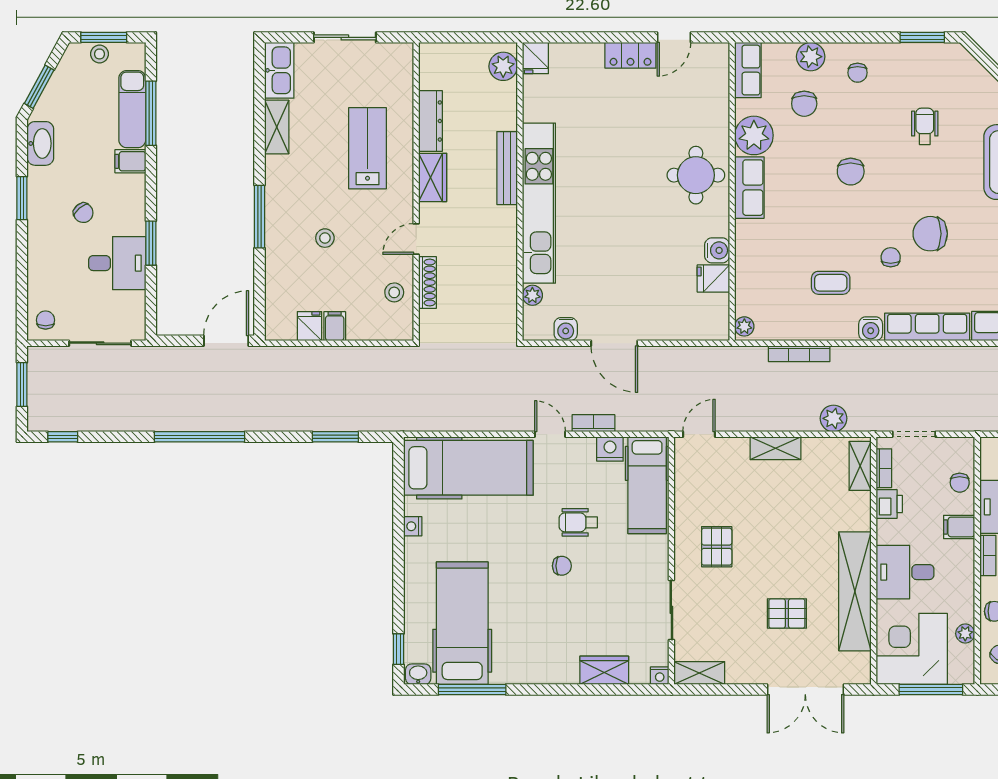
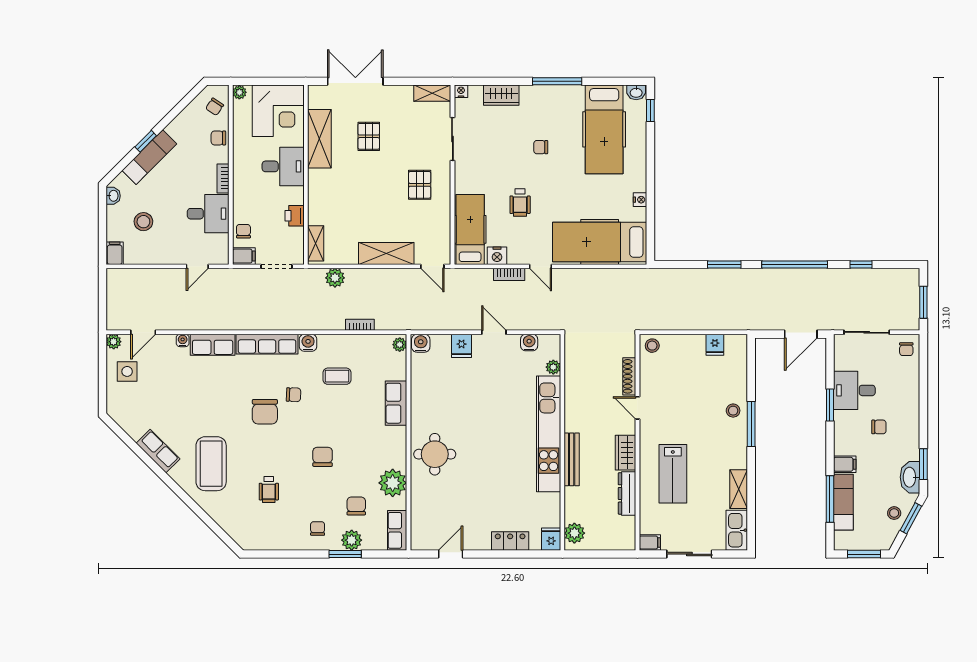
window: (922, 37) -> (345, 554), moved
stool: (100, 54) -> (894, 513), moved
locker: (630, 55) -> (510, 541), moved
row of seats: (749, 188) -> (396, 403), moved
window: (22, 198) -> (923, 464), moved
chair: (83, 213) -> (879, 427), turned 130
chair: (930, 234) -> (265, 412), turned 90
stool: (325, 238) -> (733, 411), moved
door: (416, 239) -> (638, 408), swing flipped
water cooler: (717, 250) -> (421, 343), moved, turned 90
chair: (891, 257) -> (294, 395), turned -88
fridge: (713, 278) -> (462, 346), moved, turned 90
stool: (394, 292) -> (652, 346), moved
filing cabinet: (335, 326) -> (650, 542), moved, turned -90
door: (226, 341) -> (801, 334), moved
door: (614, 343) -> (494, 332), width x0.73
bookcase: (799, 354) -> (360, 325), width x0.64
door: (699, 434) -> (432, 266), hinge flipped
window: (63, 437) -> (861, 265), moved
window: (335, 437) -> (724, 265), moved
shelving: (775, 448) -> (386, 253), width x1.50, depth x1.33
bookcase: (884, 468) -> (298, 242), removed
wheelchair: (578, 522) -> (520, 202), turned 90
filing cabinet: (959, 527) -> (244, 256), moved
chair: (562, 566) -> (541, 147), moved
shelving: (855, 591) -> (319, 139), width x0.68
pallet: (787, 614) -> (369, 136), turned 90
plant: (965, 634) -> (239, 92), moved
window: (472, 689) -> (557, 81), moved
window: (931, 689) -> (264, 81), removed

